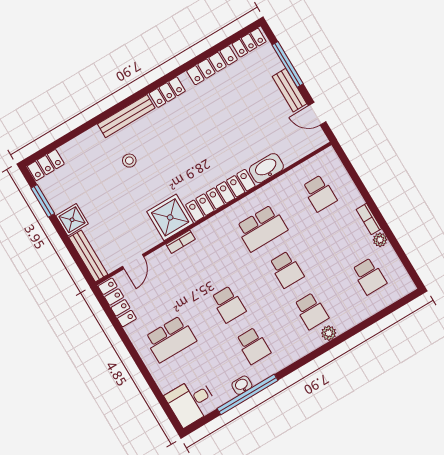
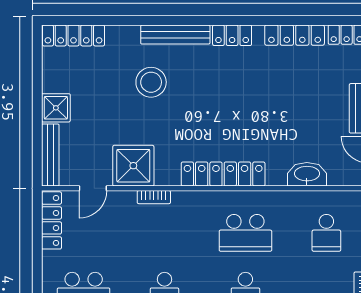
stool: (129, 161) -> (151, 82), width x1.89, depth x1.89
locker: (46, 165) -> (73, 35), width x1.53
washbasin: (266, 168) -> (307, 174), moved
window: (43, 201) -> (37, 70), removed
shower: (170, 217) -> (133, 166), moved

